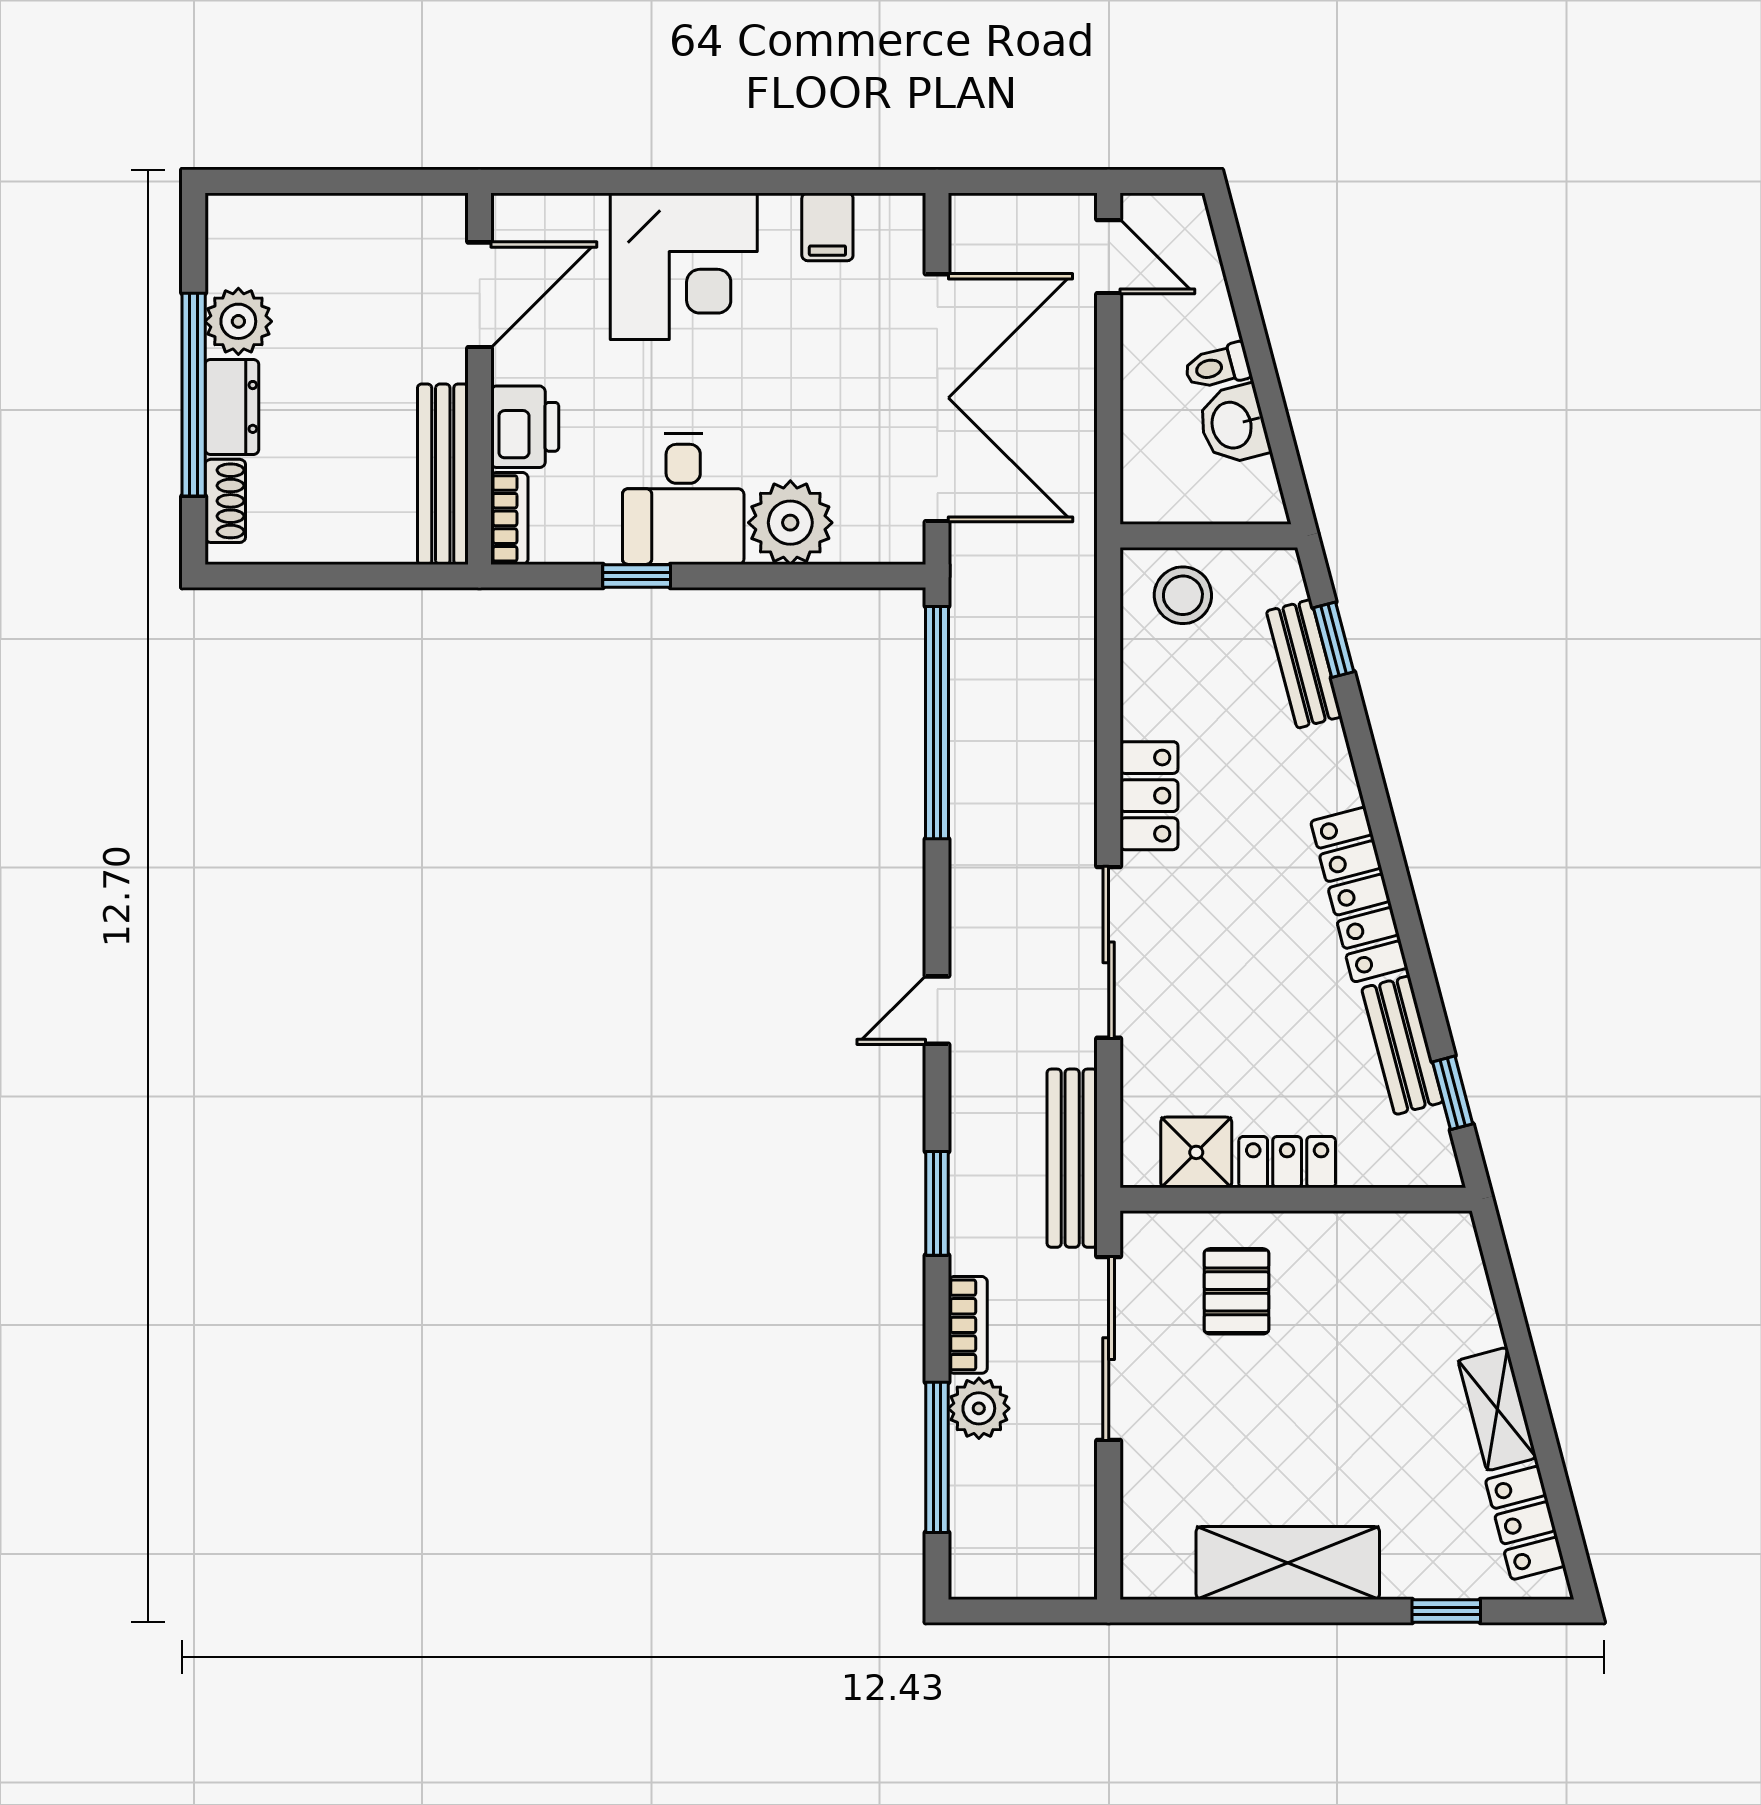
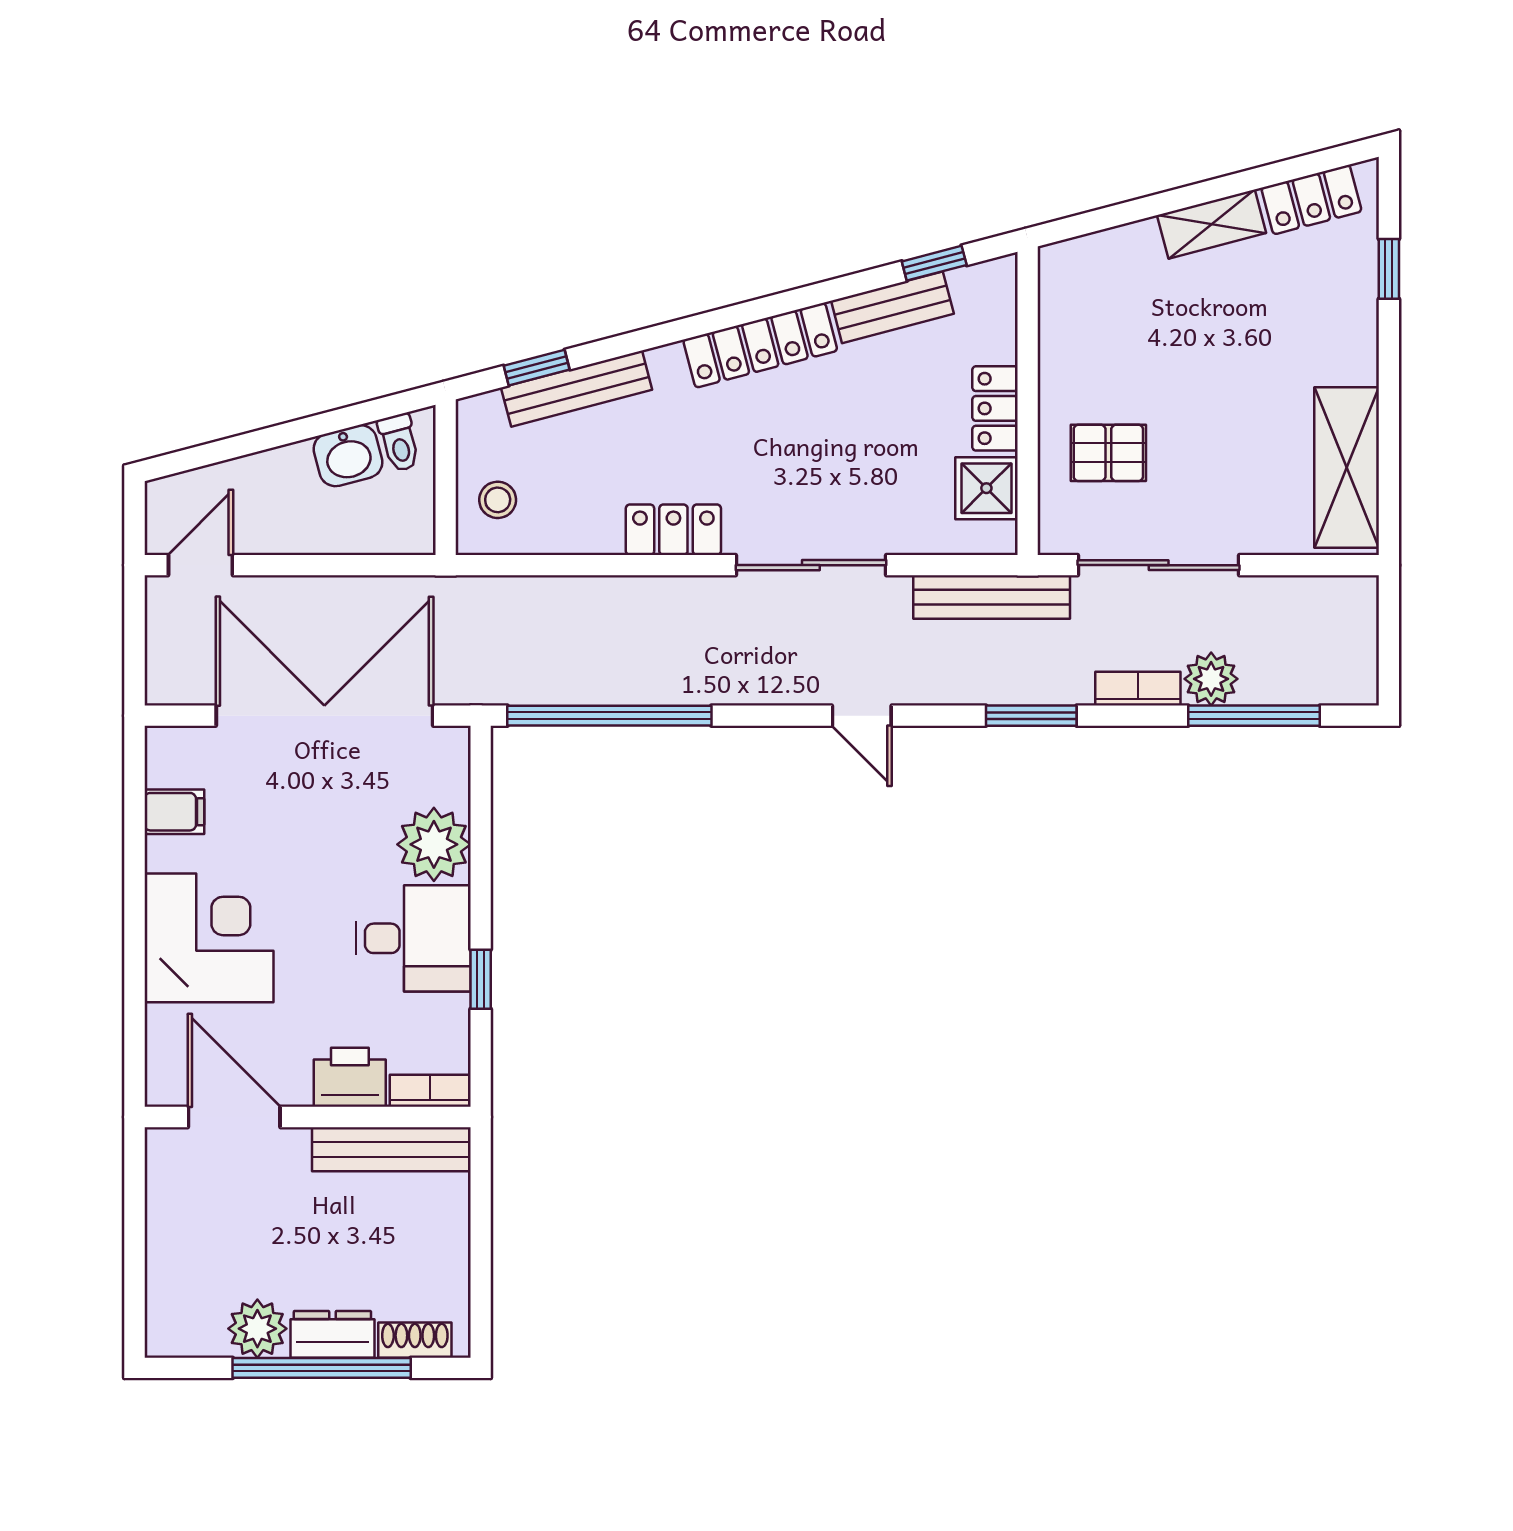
toilet: (1218, 367) -> (399, 443), moved
stool: (1183, 595) -> (498, 500), width x0.73, depth x0.73
bench: (1304, 664) -> (577, 389), width x1.36
shelving: (1288, 1563) -> (1347, 468), moved

